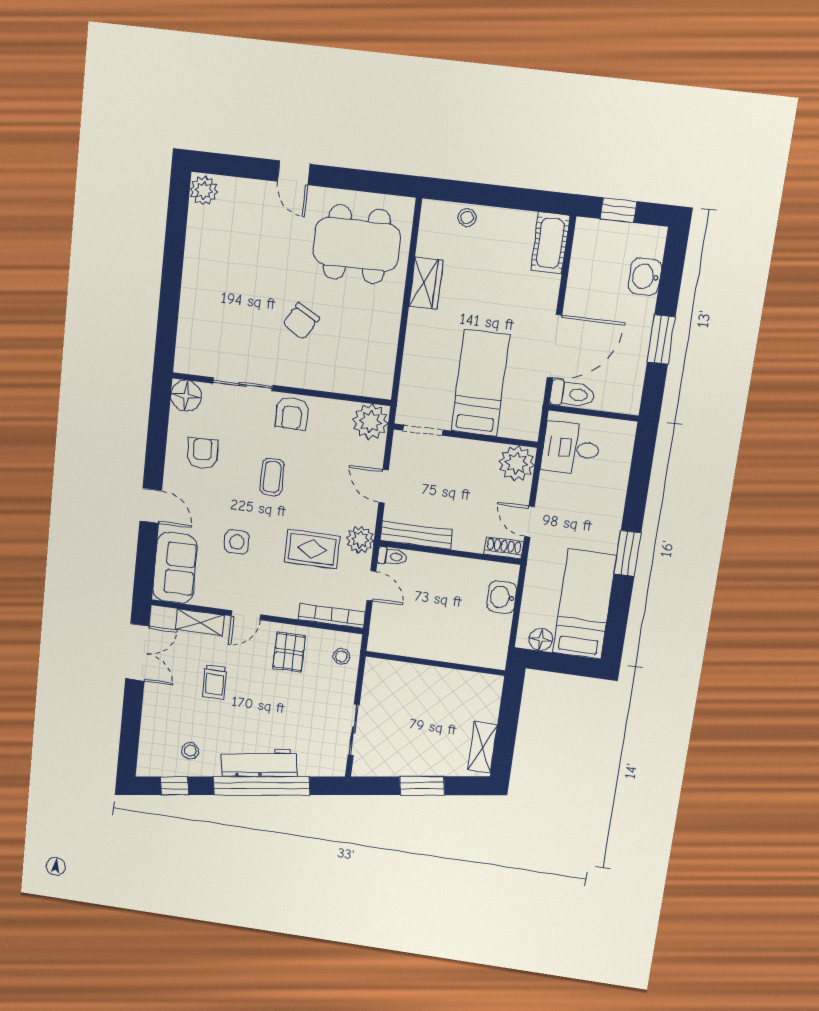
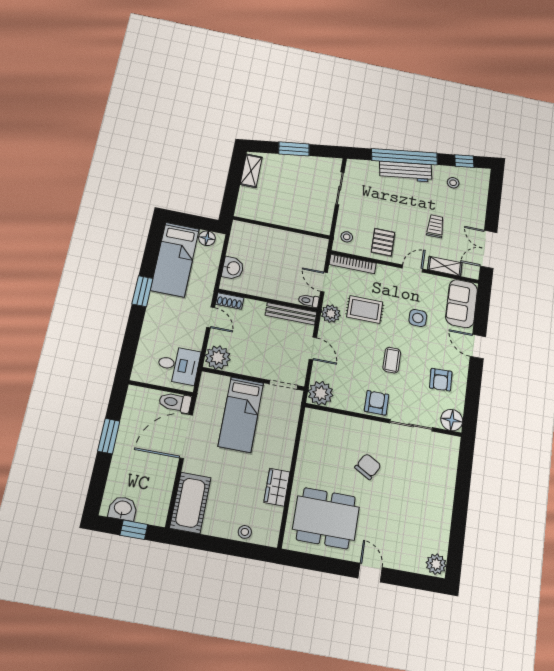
cot: (550, 243) -> (190, 503), width x1.37, depth x1.34
washbasin: (645, 277) -> (123, 508), moved, turned -90

